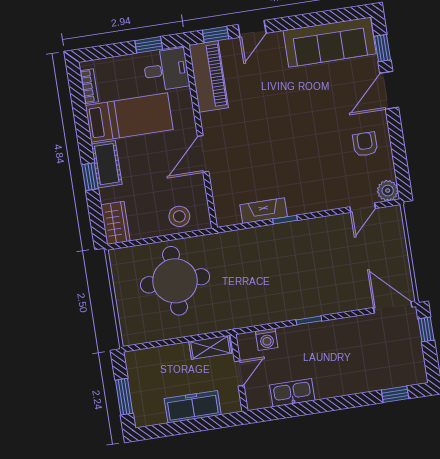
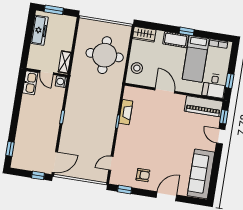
window: (383, 48) -> (125, 190), moved
door: (389, 90) -> (166, 196), hinge flipped
window: (90, 177) -> (187, 31), moved
plant: (388, 191) -> (115, 179), removed
door: (363, 208) -> (111, 163), hinge flipped
washing machine: (267, 339) -> (61, 82), moved
kitchen sink: (292, 393) -> (30, 83), moved
freezer: (193, 407) -> (39, 30), moved

